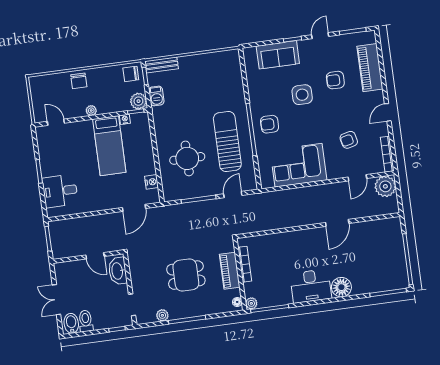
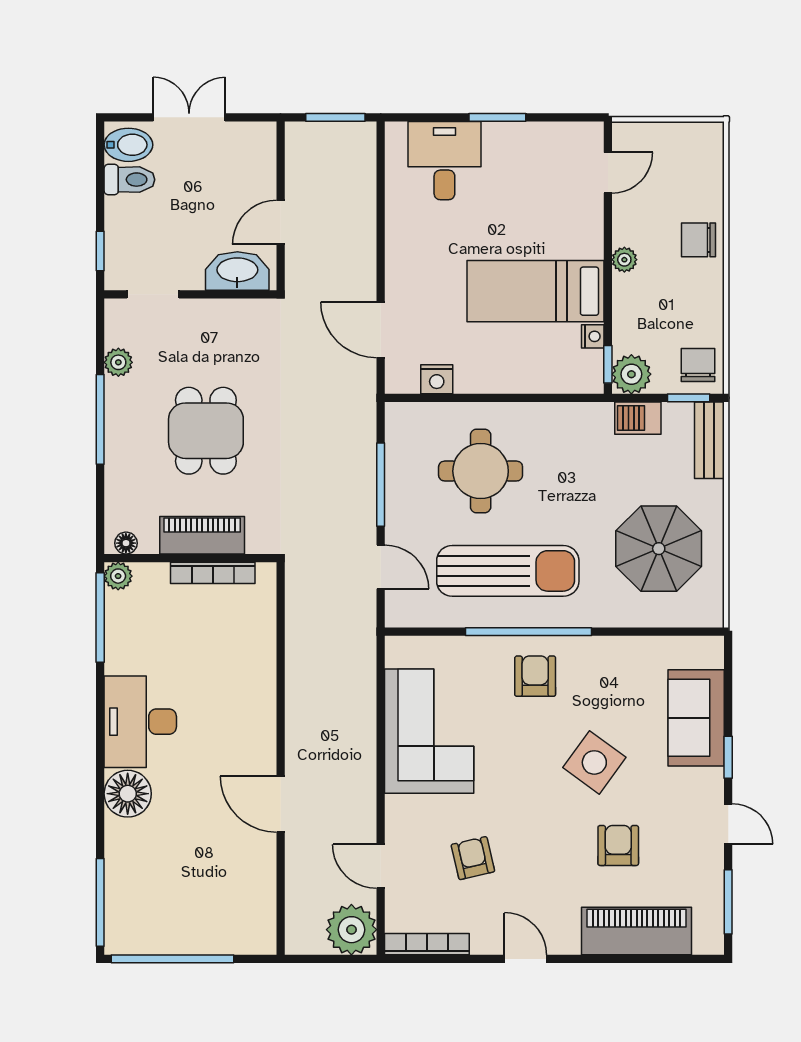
parasol: (210, 80) -> (659, 549), added
side table: (302, 95) -> (594, 762), turned 36

